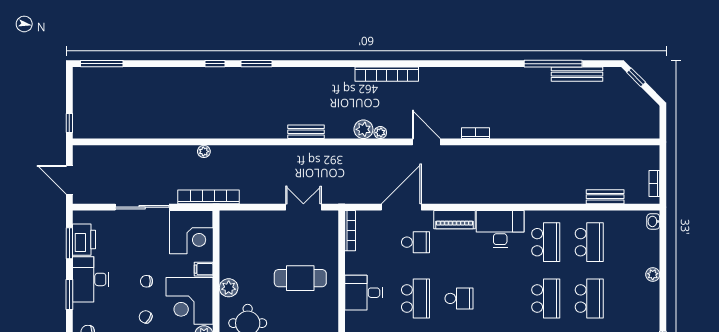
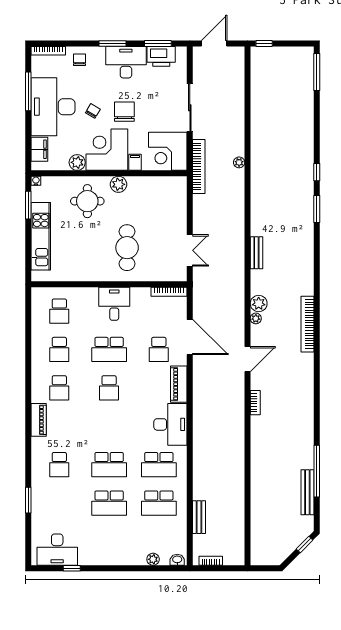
plant: (653, 275) -> (153, 559), moved
chair: (146, 281) -> (124, 112), width x1.87, depth x1.87

